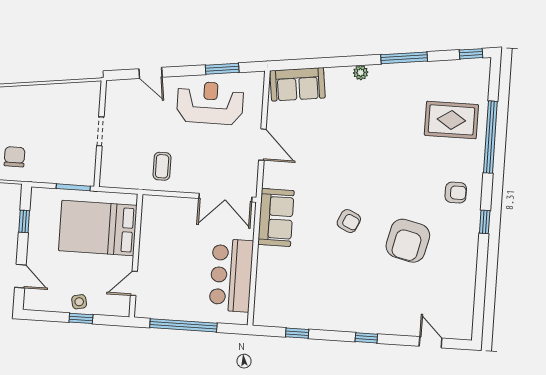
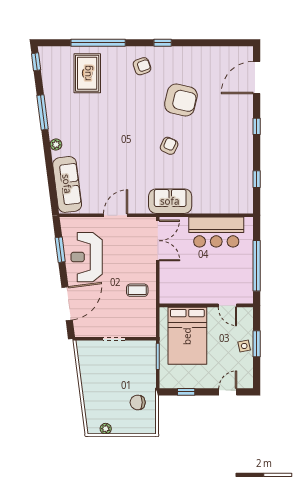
door: (151, 73) -> (67, 304), width x1.87
sofa: (298, 84) -> (67, 184), width x1.36
armchair: (456, 193) -> (142, 66), turned 70
window: (81, 318) -> (257, 344), width x1.50
door: (431, 342) -> (257, 78), width x1.88

